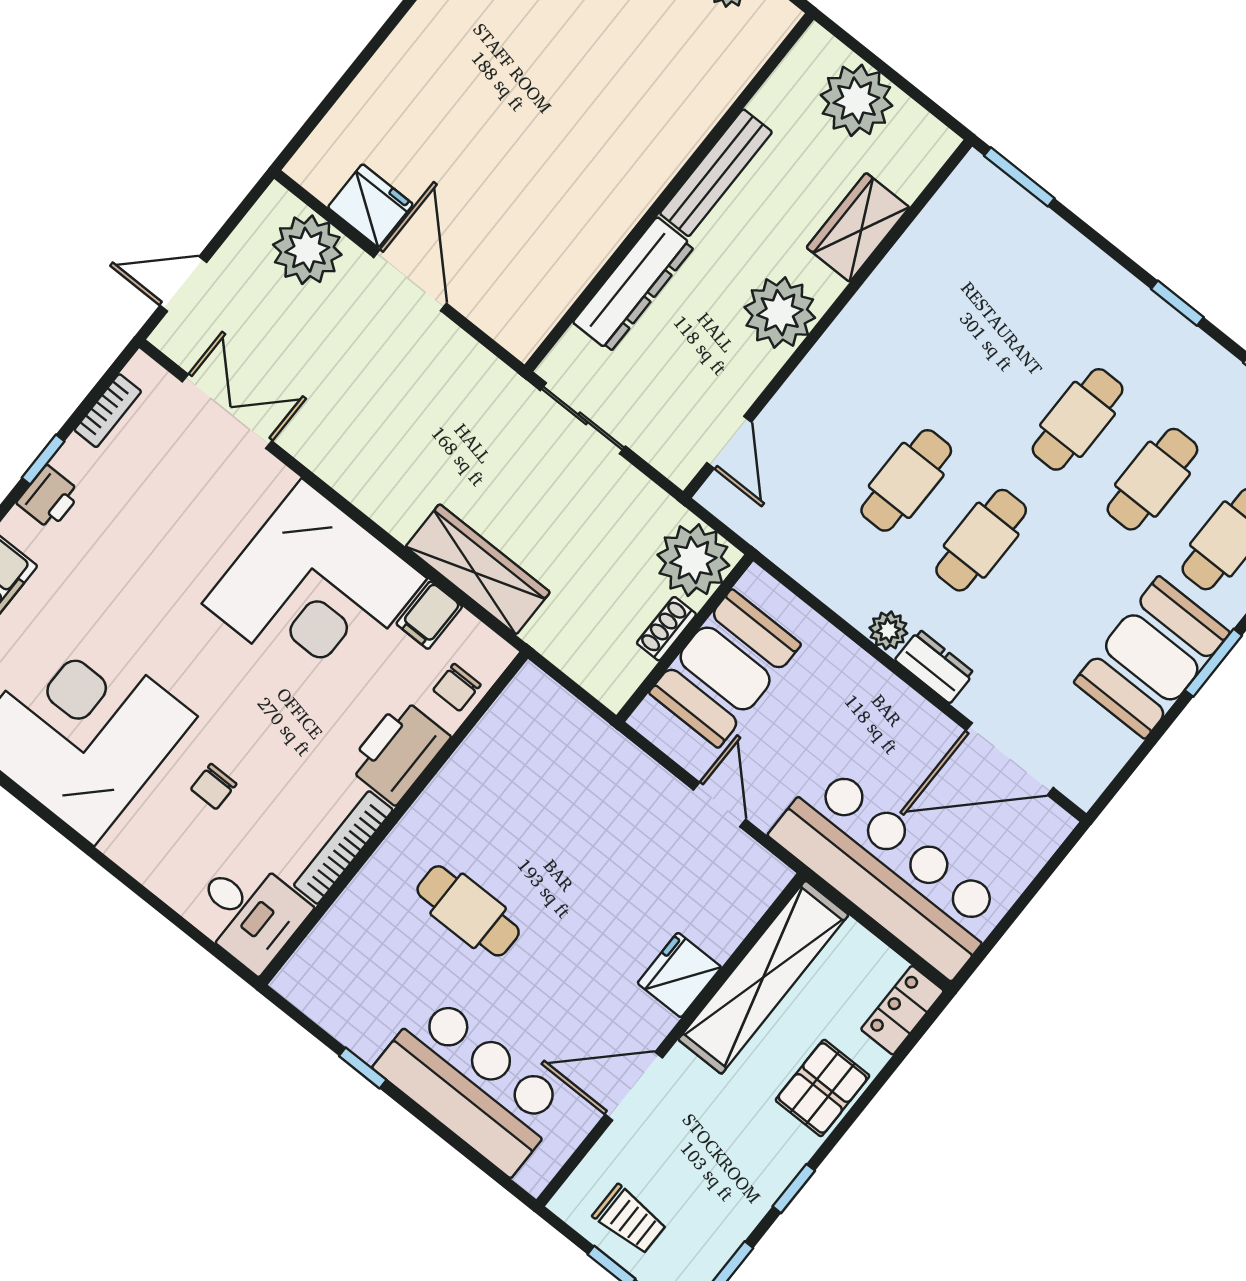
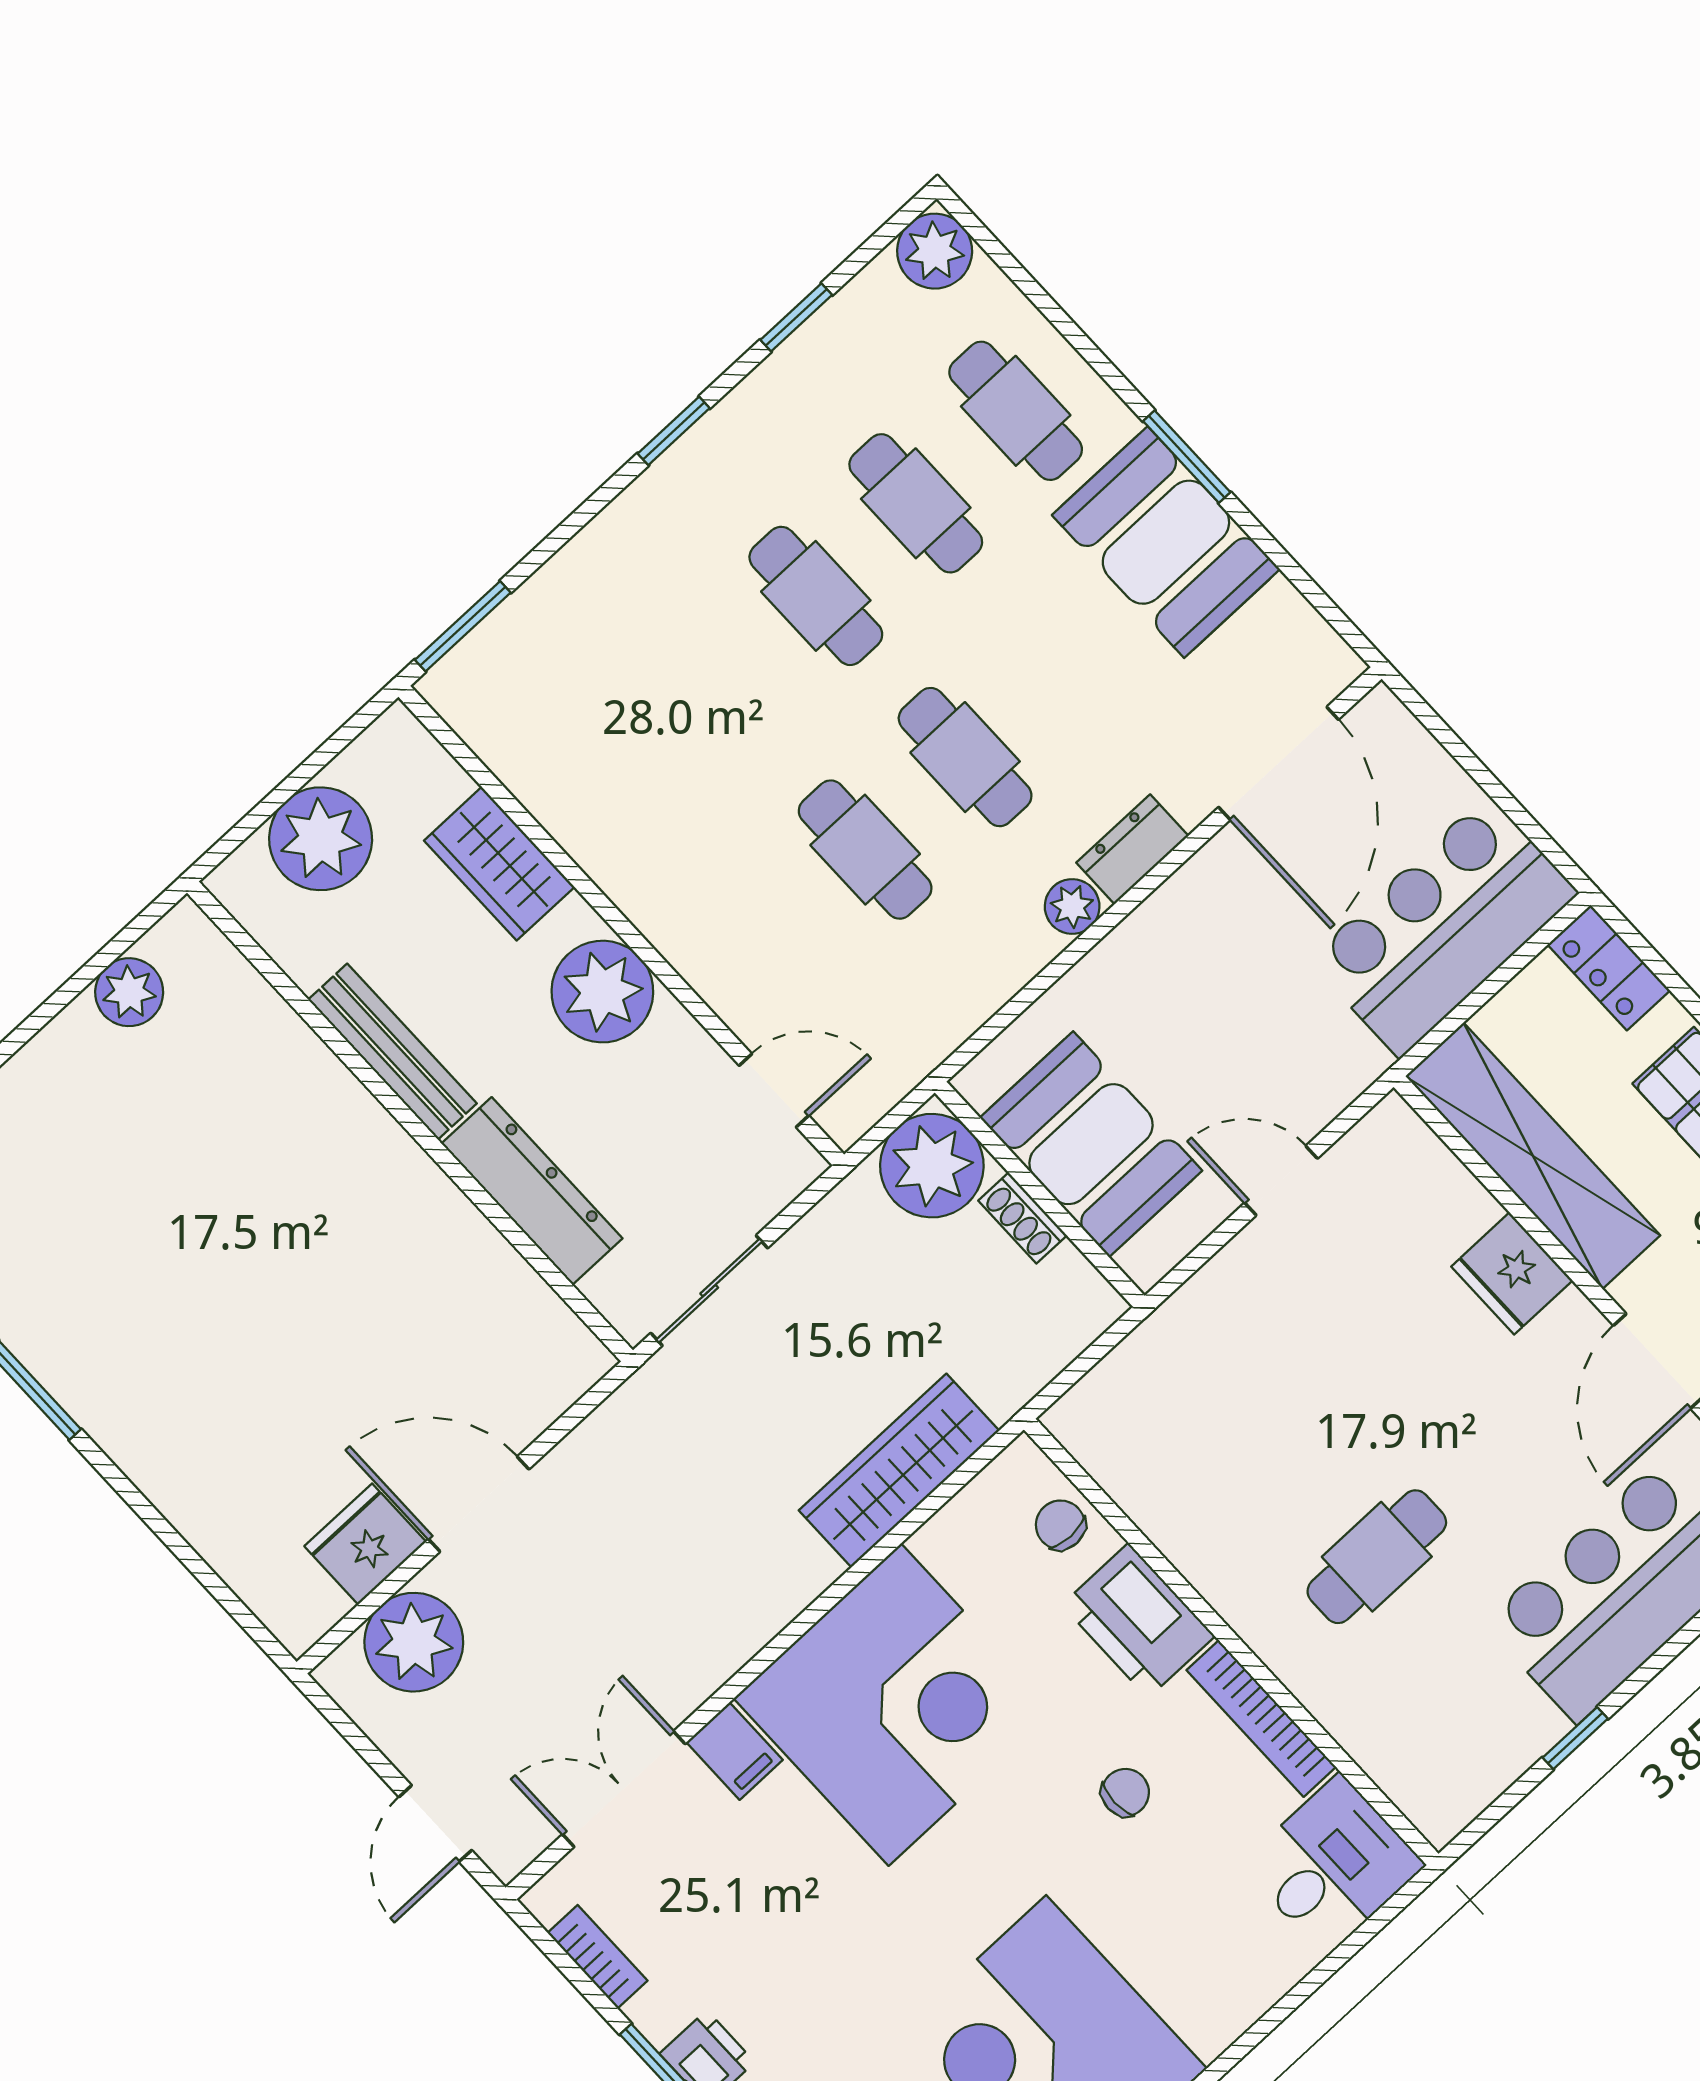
filing cabinet: (429, 615) -> (735, 1751), moved
chair: (457, 687) -> (1060, 1525), turned 180
chair: (214, 787) -> (1125, 1792), moved, turned -90
bar counter: (889, 871) -> (1443, 926), width x0.73

